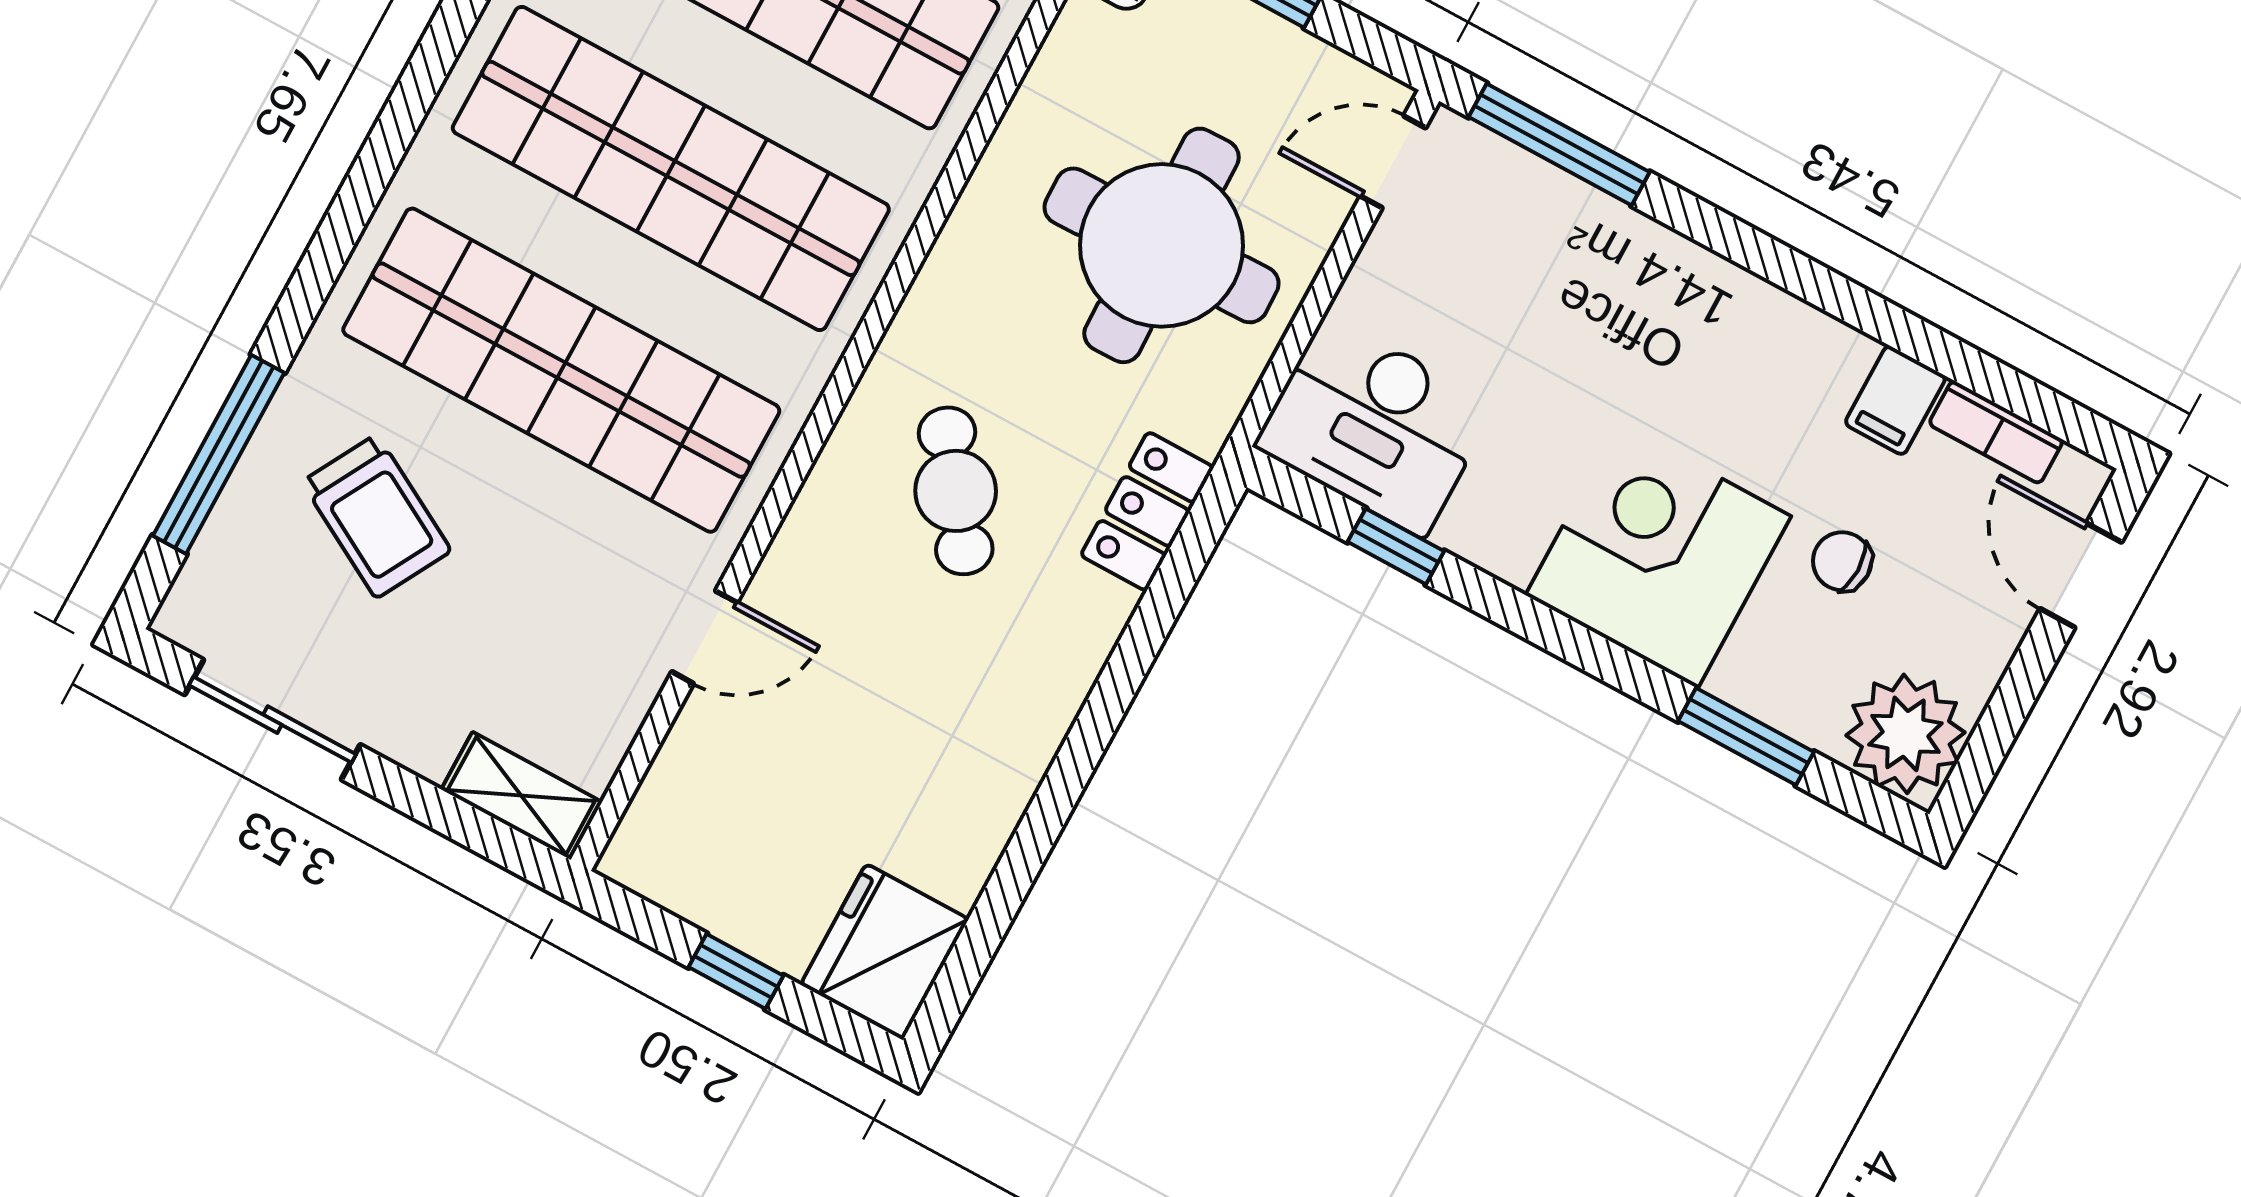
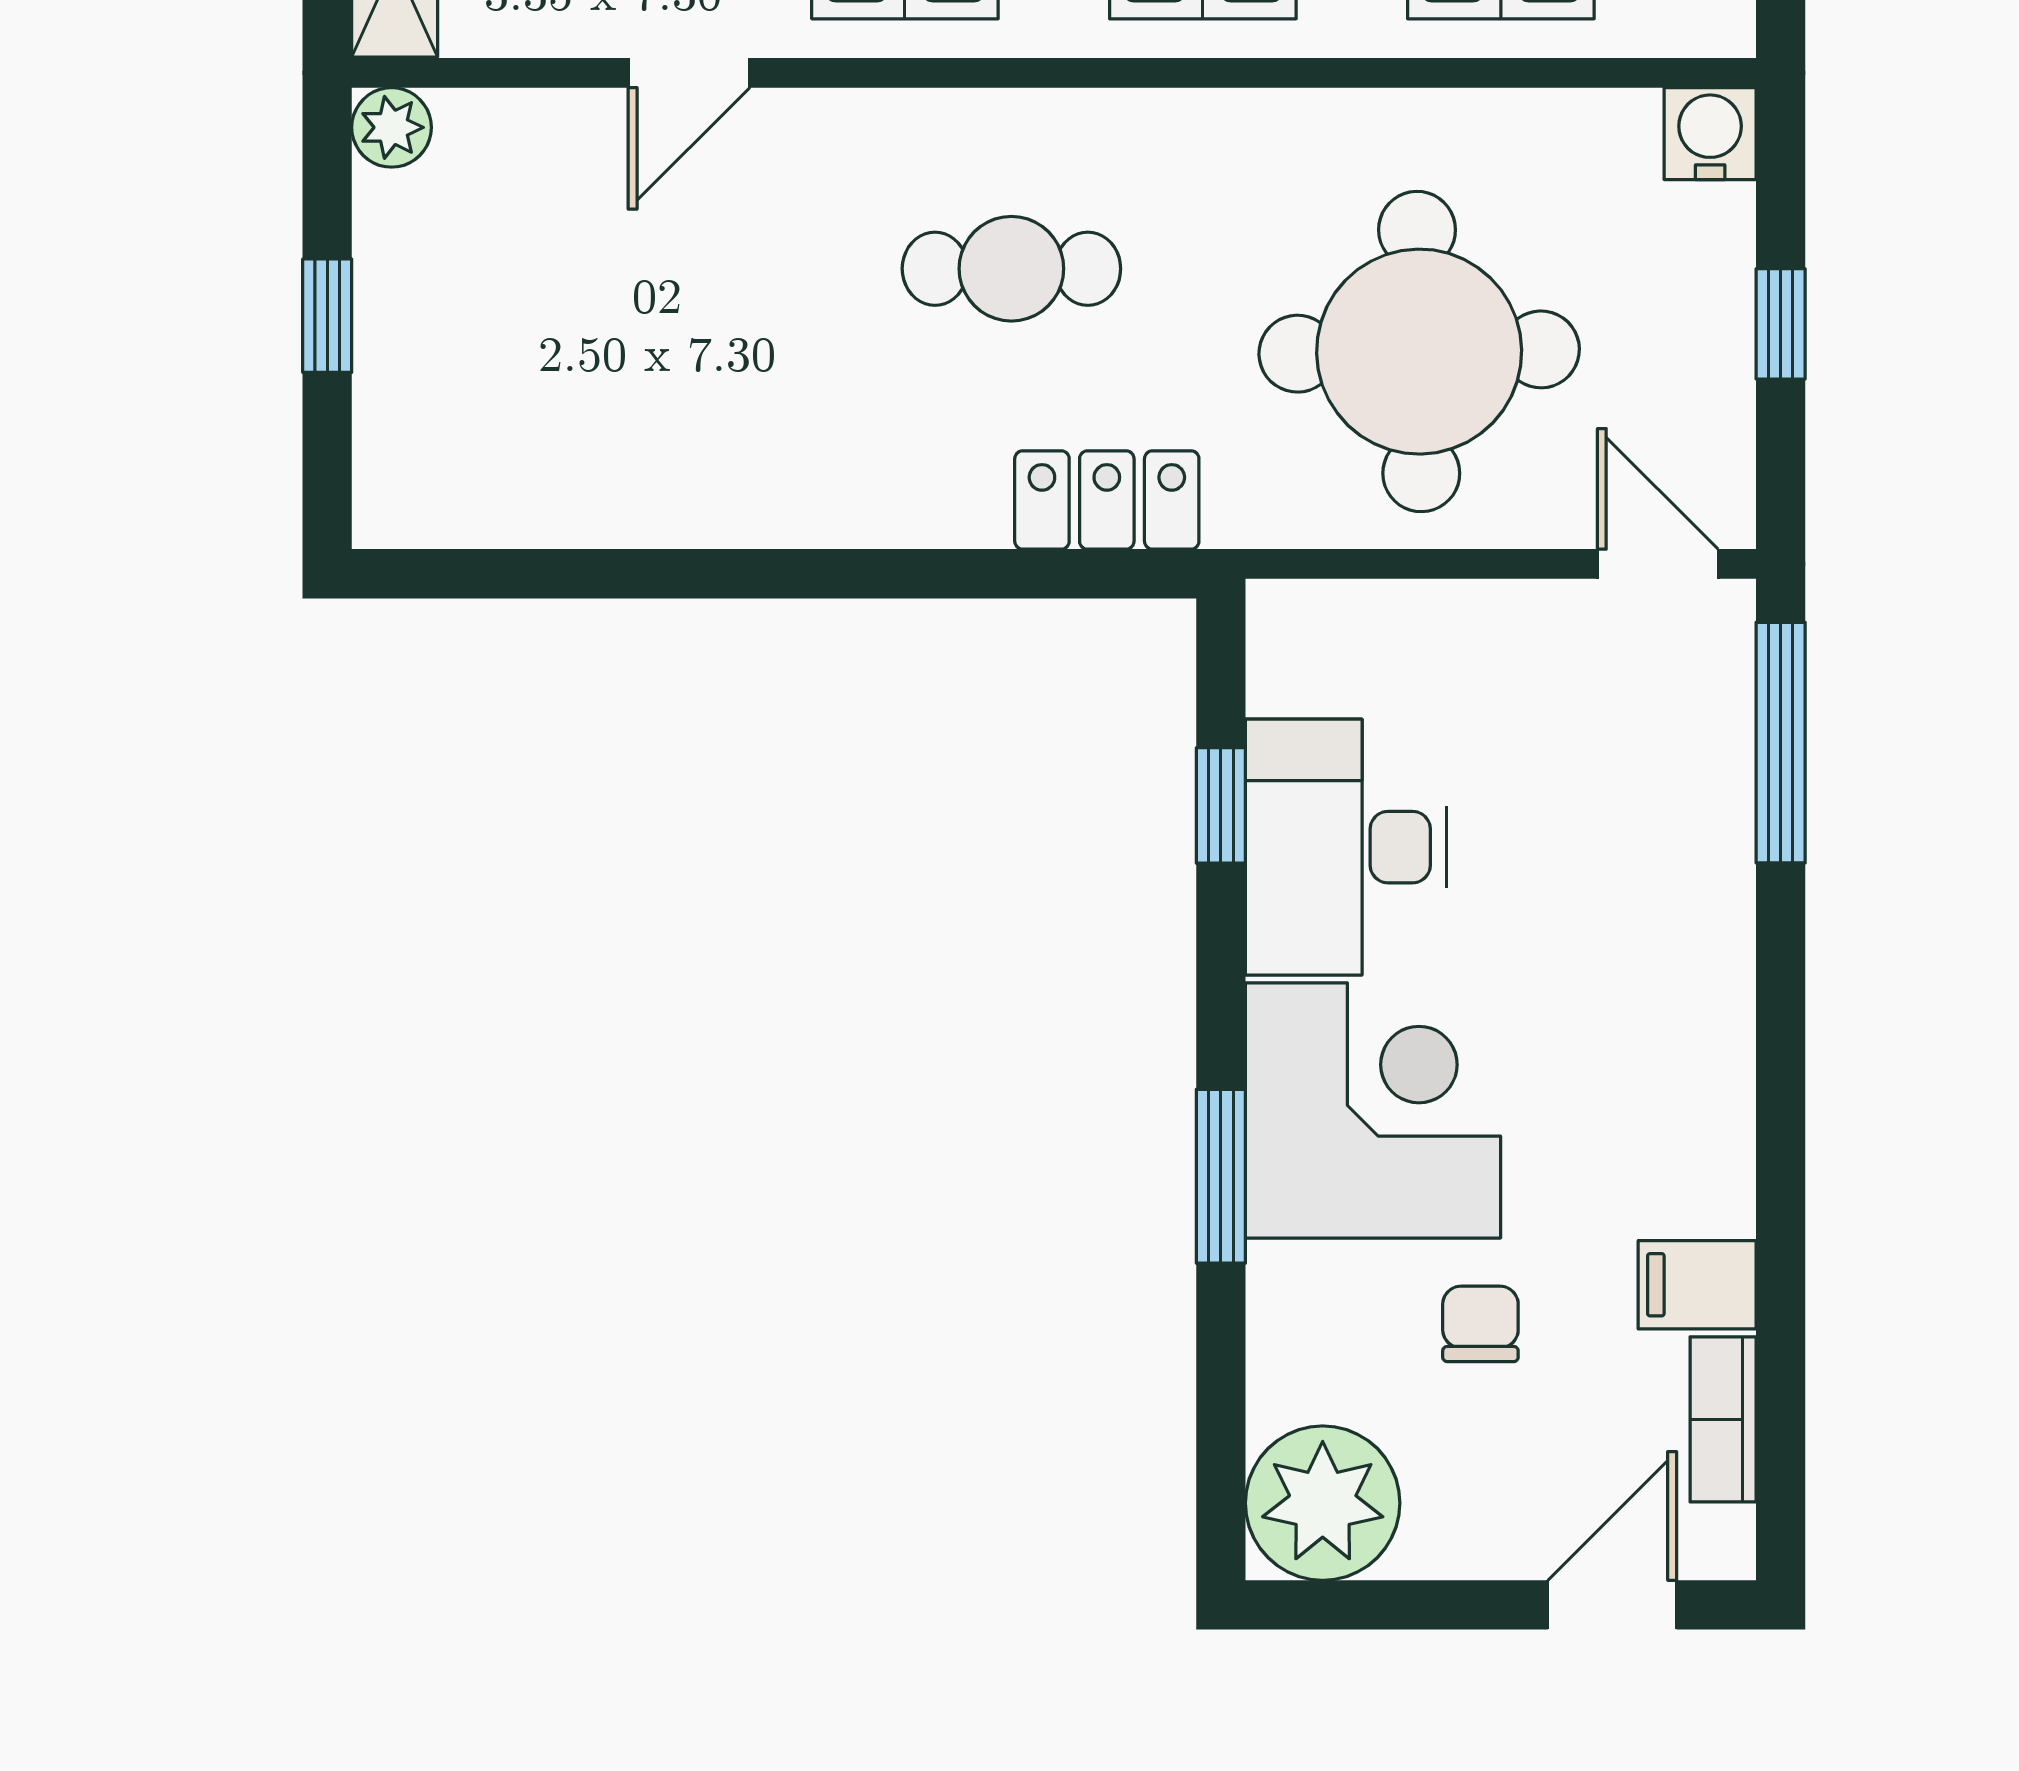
desk: (1375, 425) -> (1346, 847), moved
cafe table: (956, 491) -> (1011, 269), turned 37
door: (705, 637) -> (689, 73), hinge flipped
window: (1746, 737) -> (1221, 1176), moved
plant: (632, 859) -> (392, 127), added
fridge: (885, 952) -> (441, 473), removed

